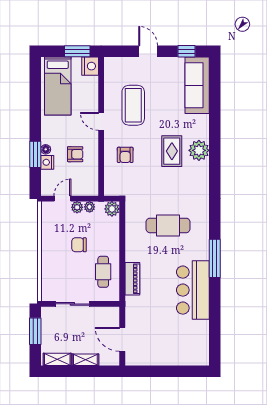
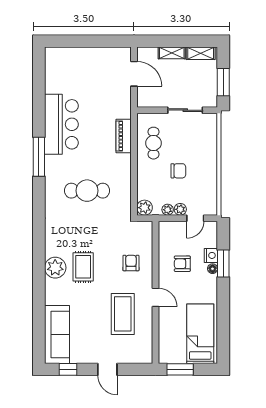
nightstand: (90, 66) -> (167, 354), removed

